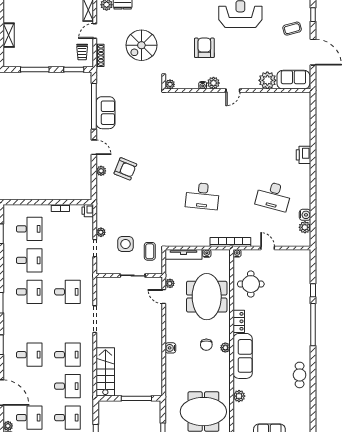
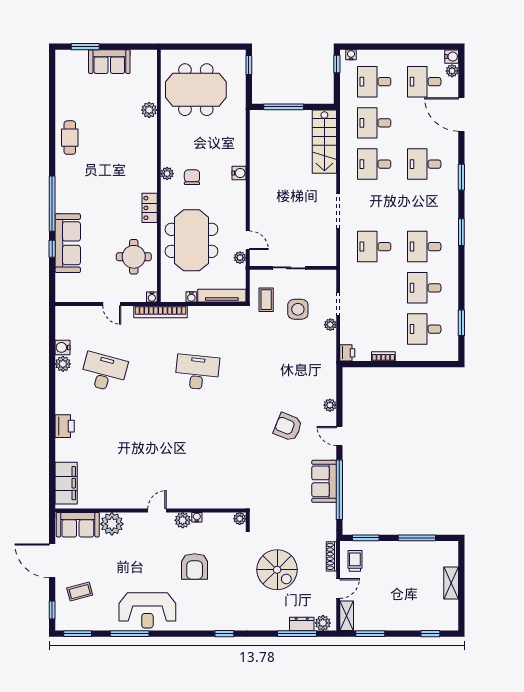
spiral stairs: (141, 45) -> (277, 570), turned 90
filing cabinet: (302, 111) -> (66, 483), added
armchair: (125, 169) -> (288, 427), moved
plant: (305, 227) -> (63, 364), moved
sofa: (243, 356) -> (68, 243), moved, turned 180

